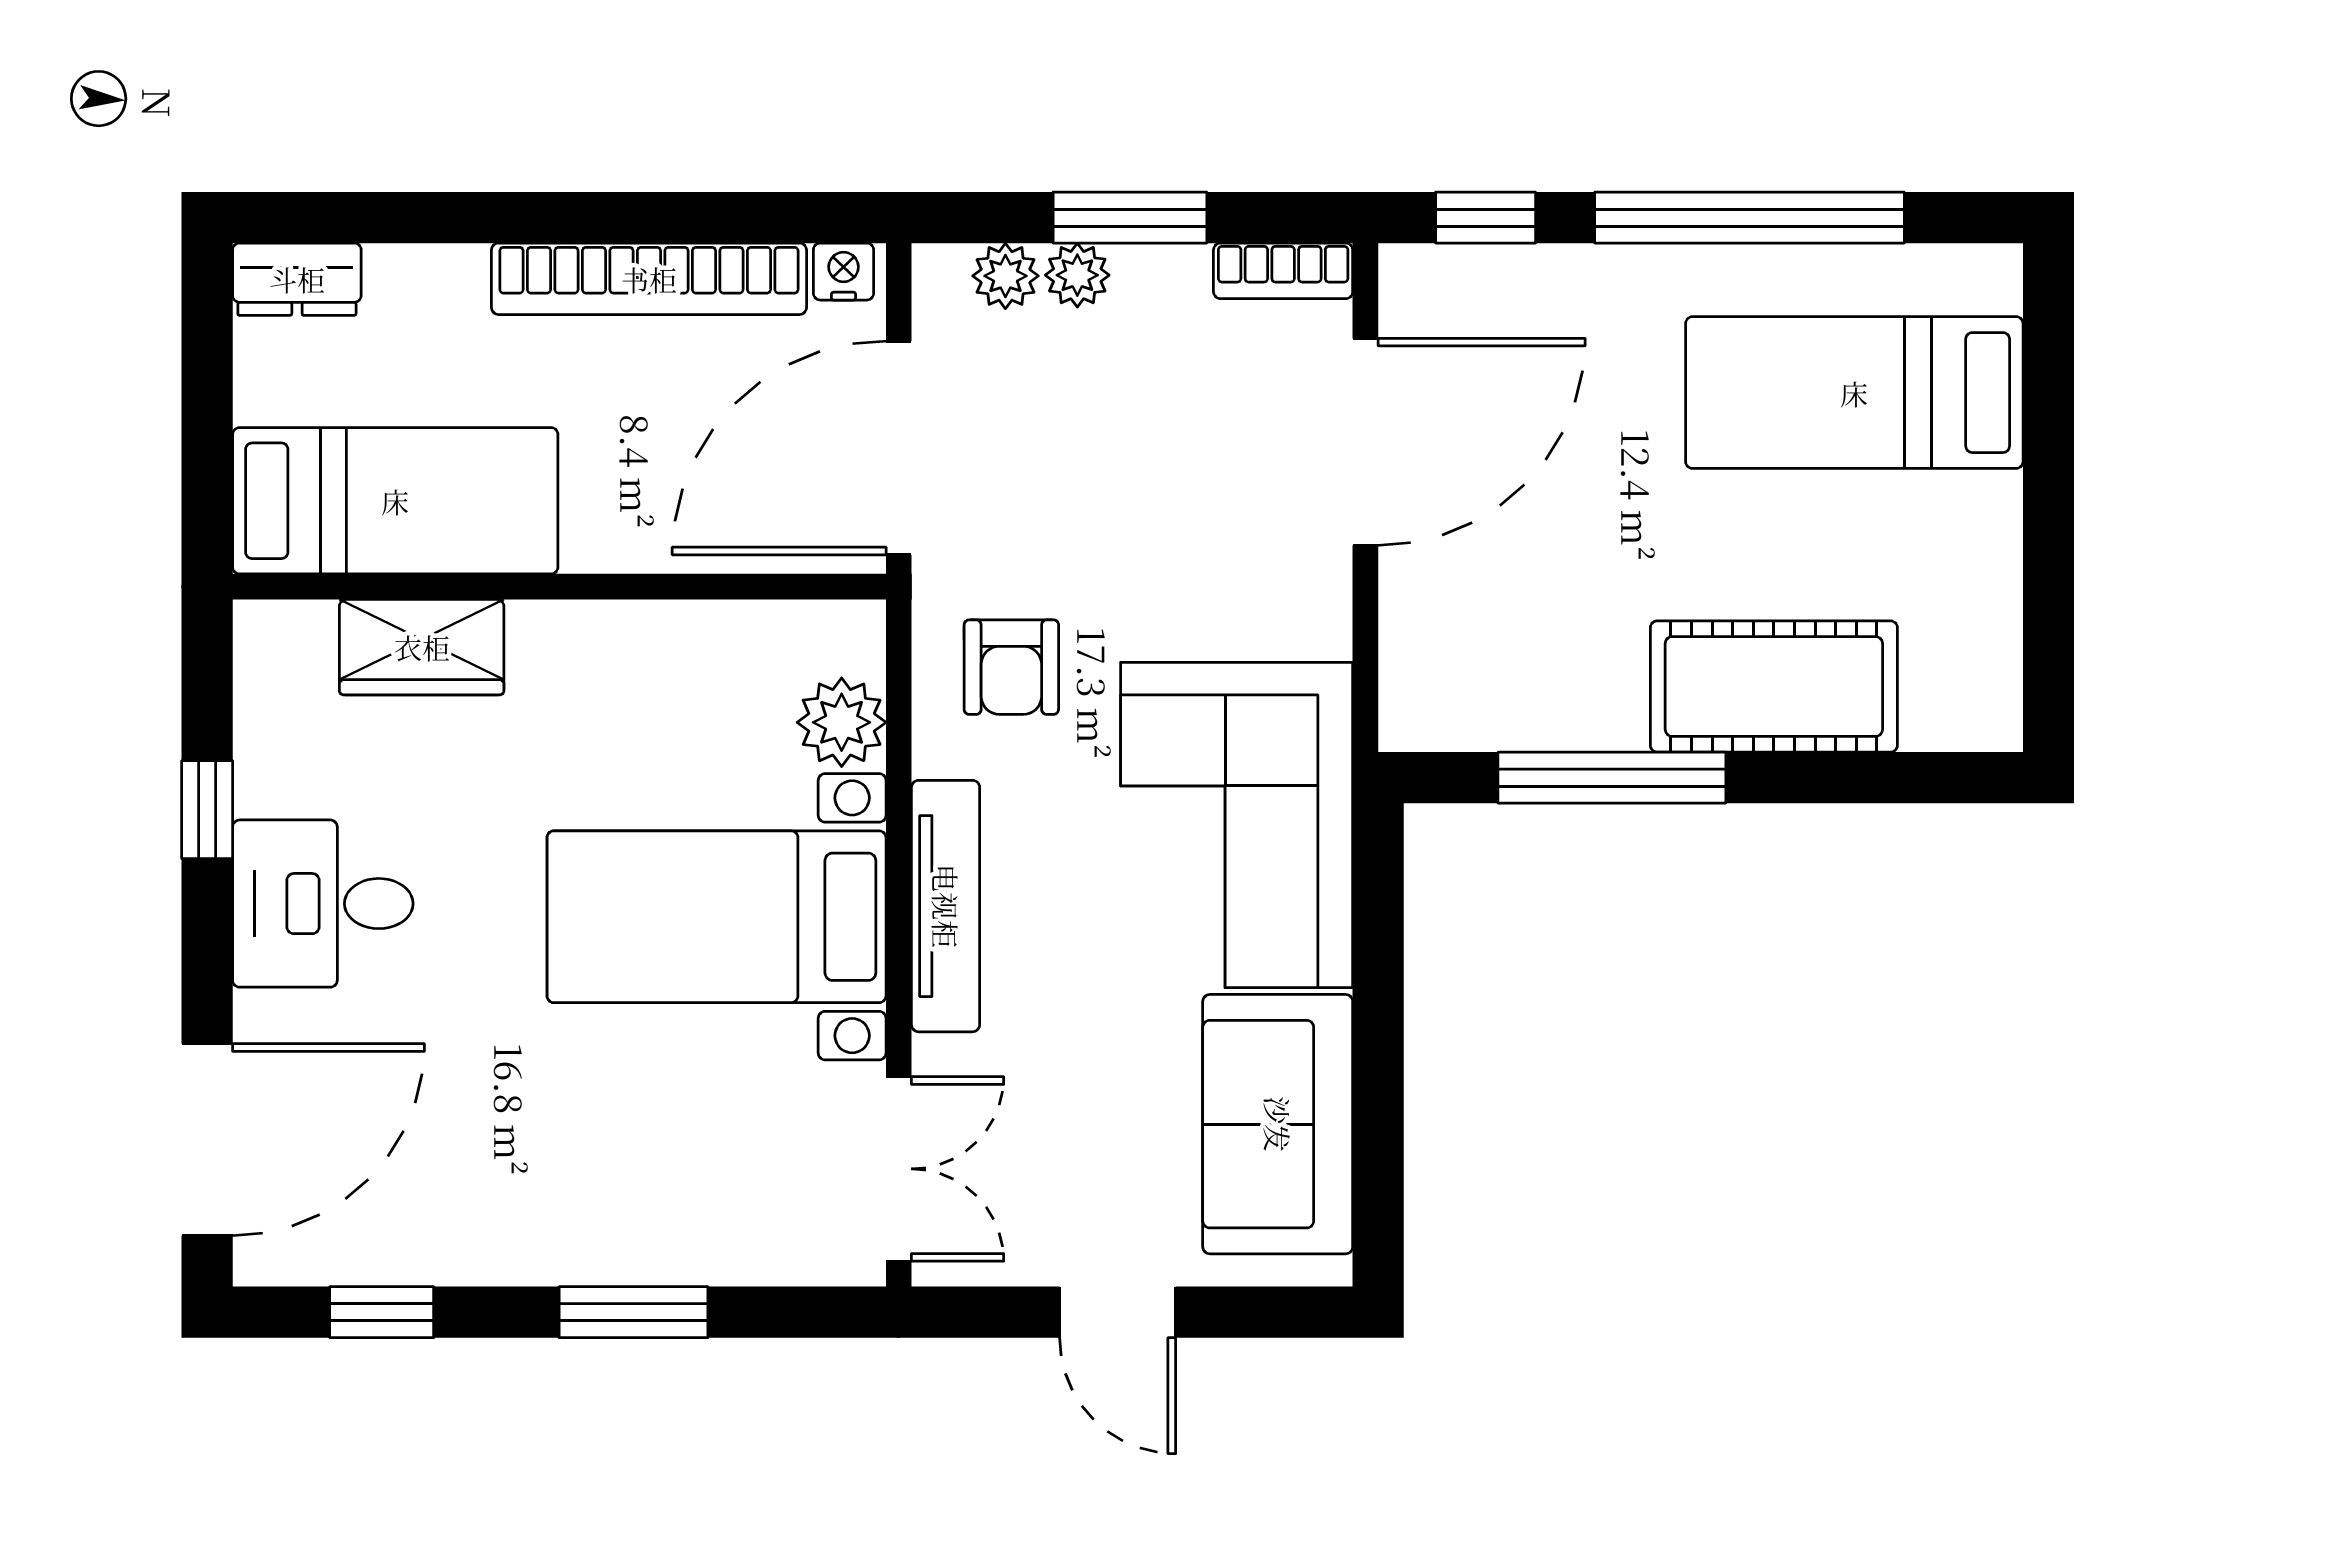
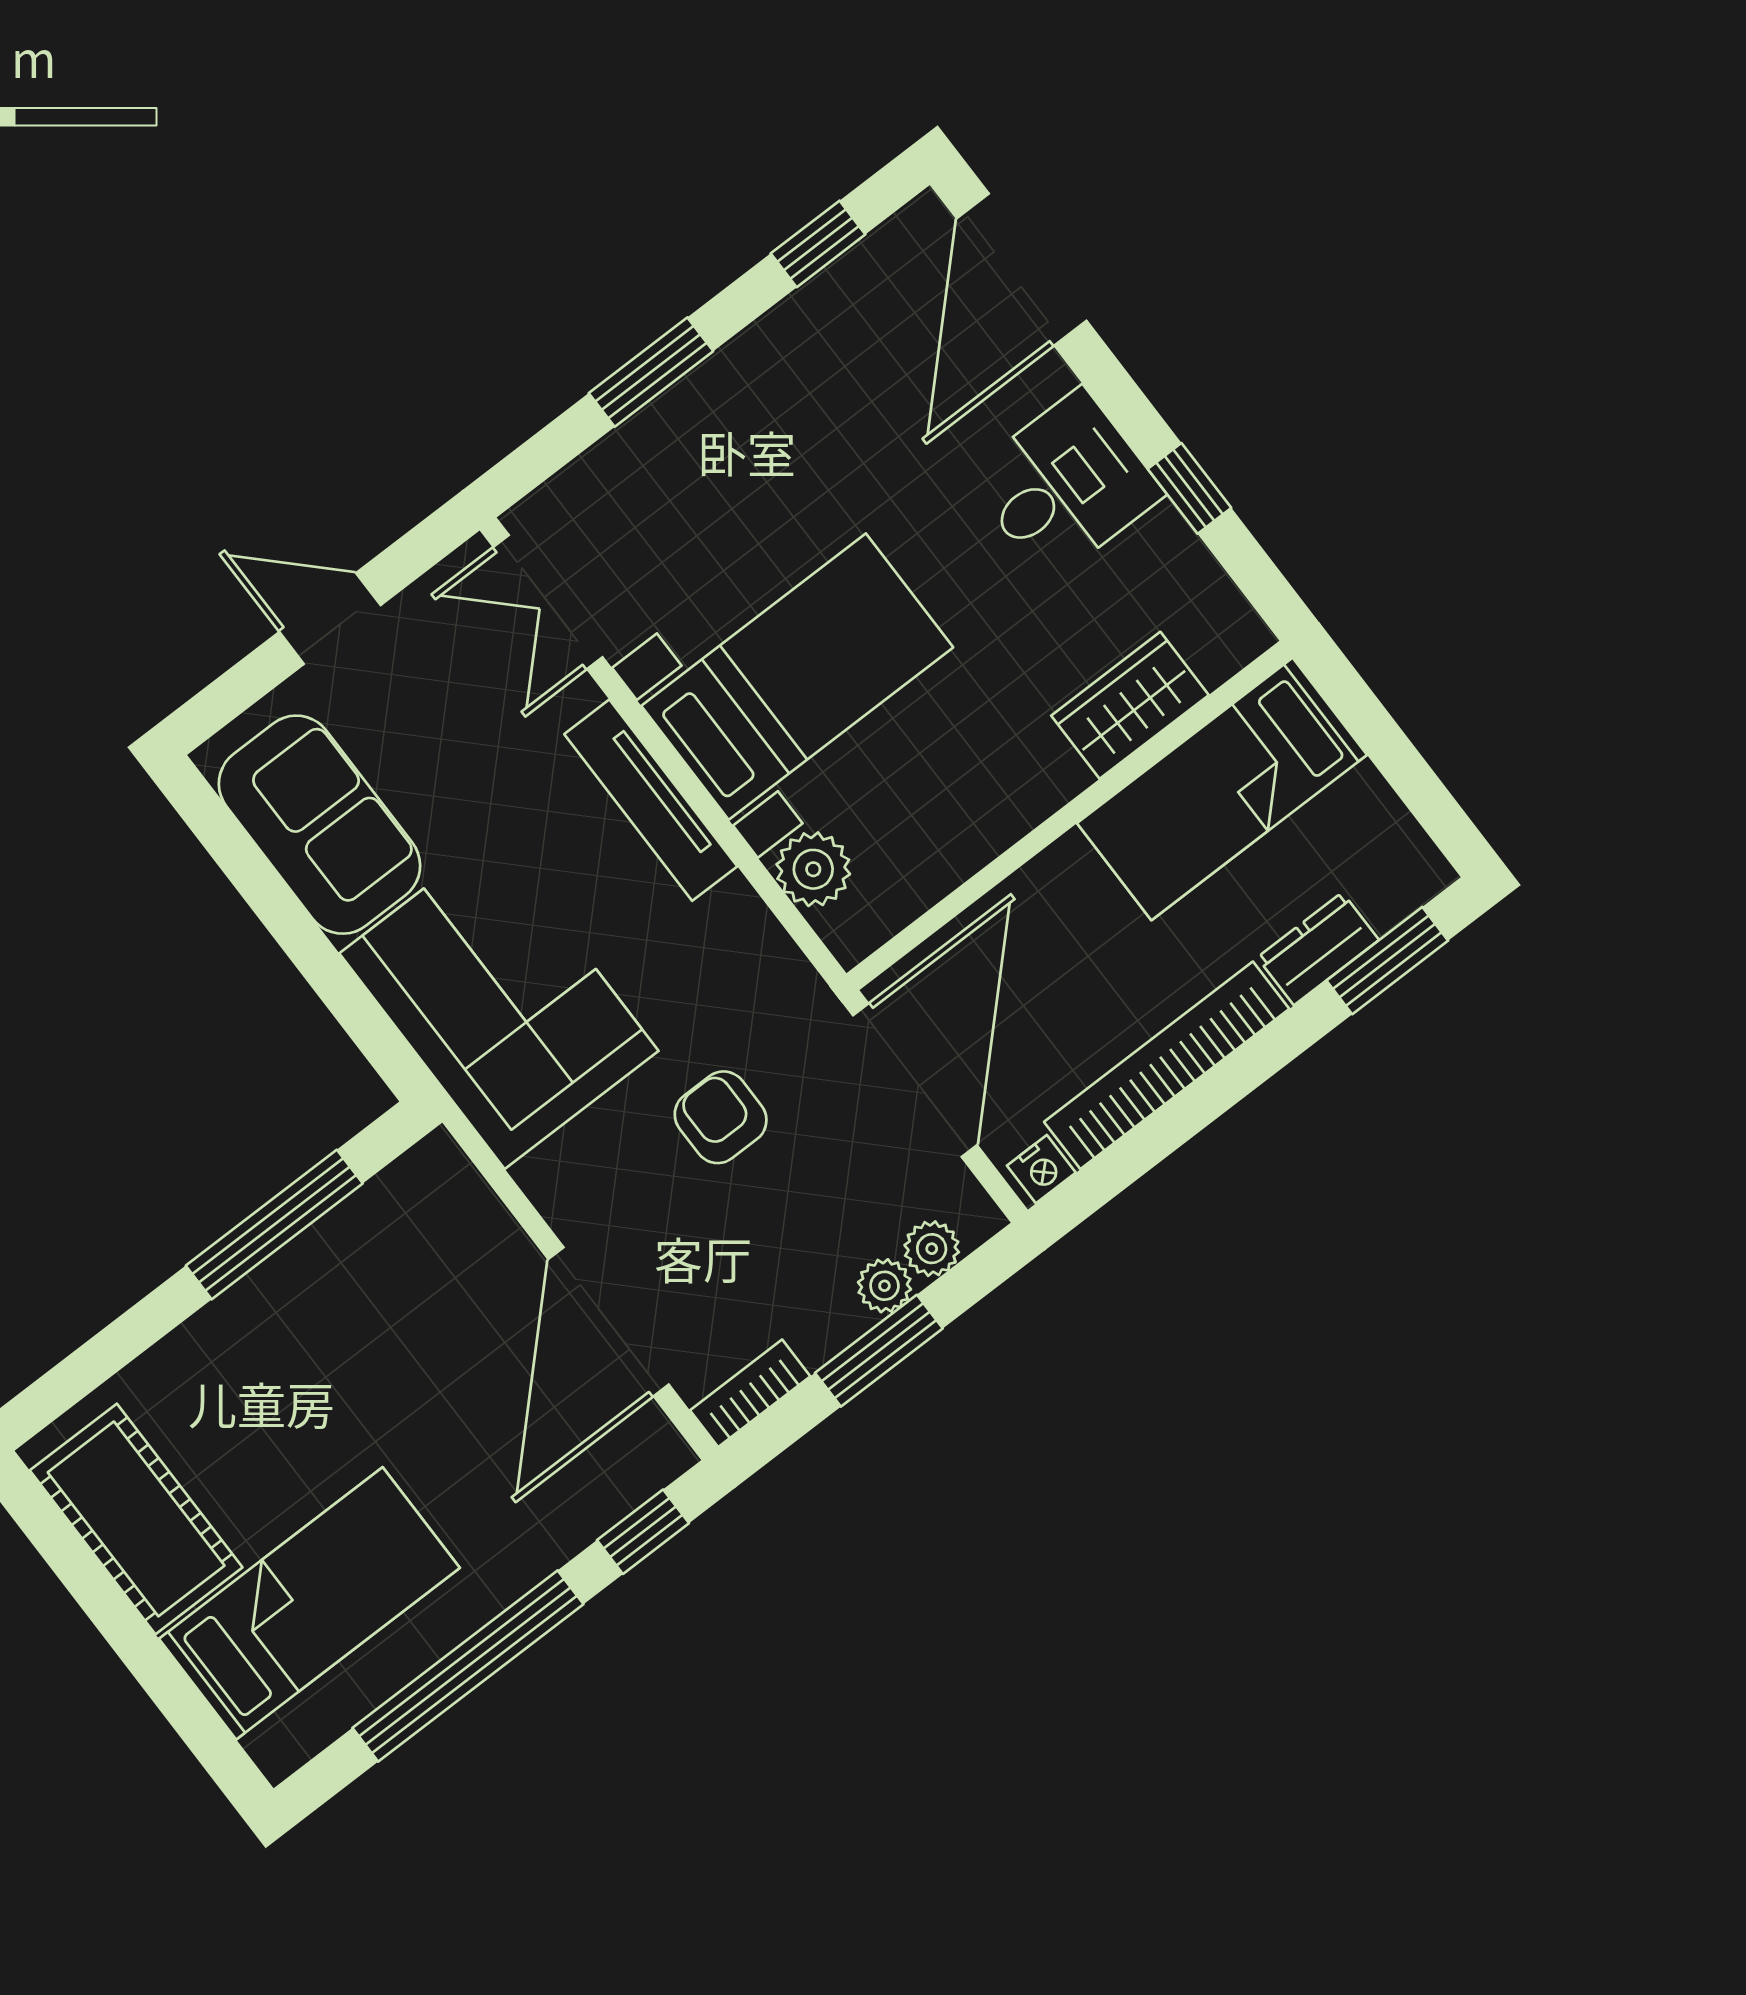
window: (363, 218) -> (1387, 961), added
dresser: (297, 279) -> (1318, 949), moved
armchair: (1011, 667) -> (721, 1117), moved
cot: (1774, 686) -> (136, 1519), moved, turned 90

